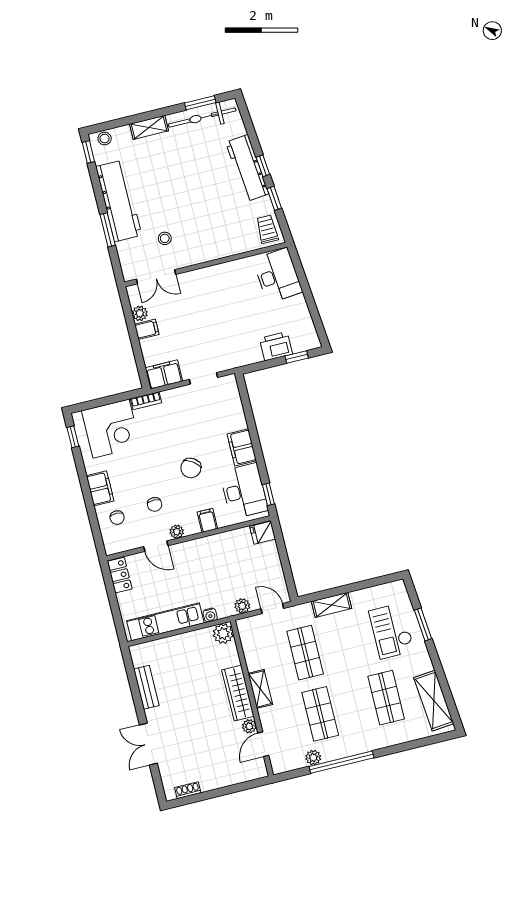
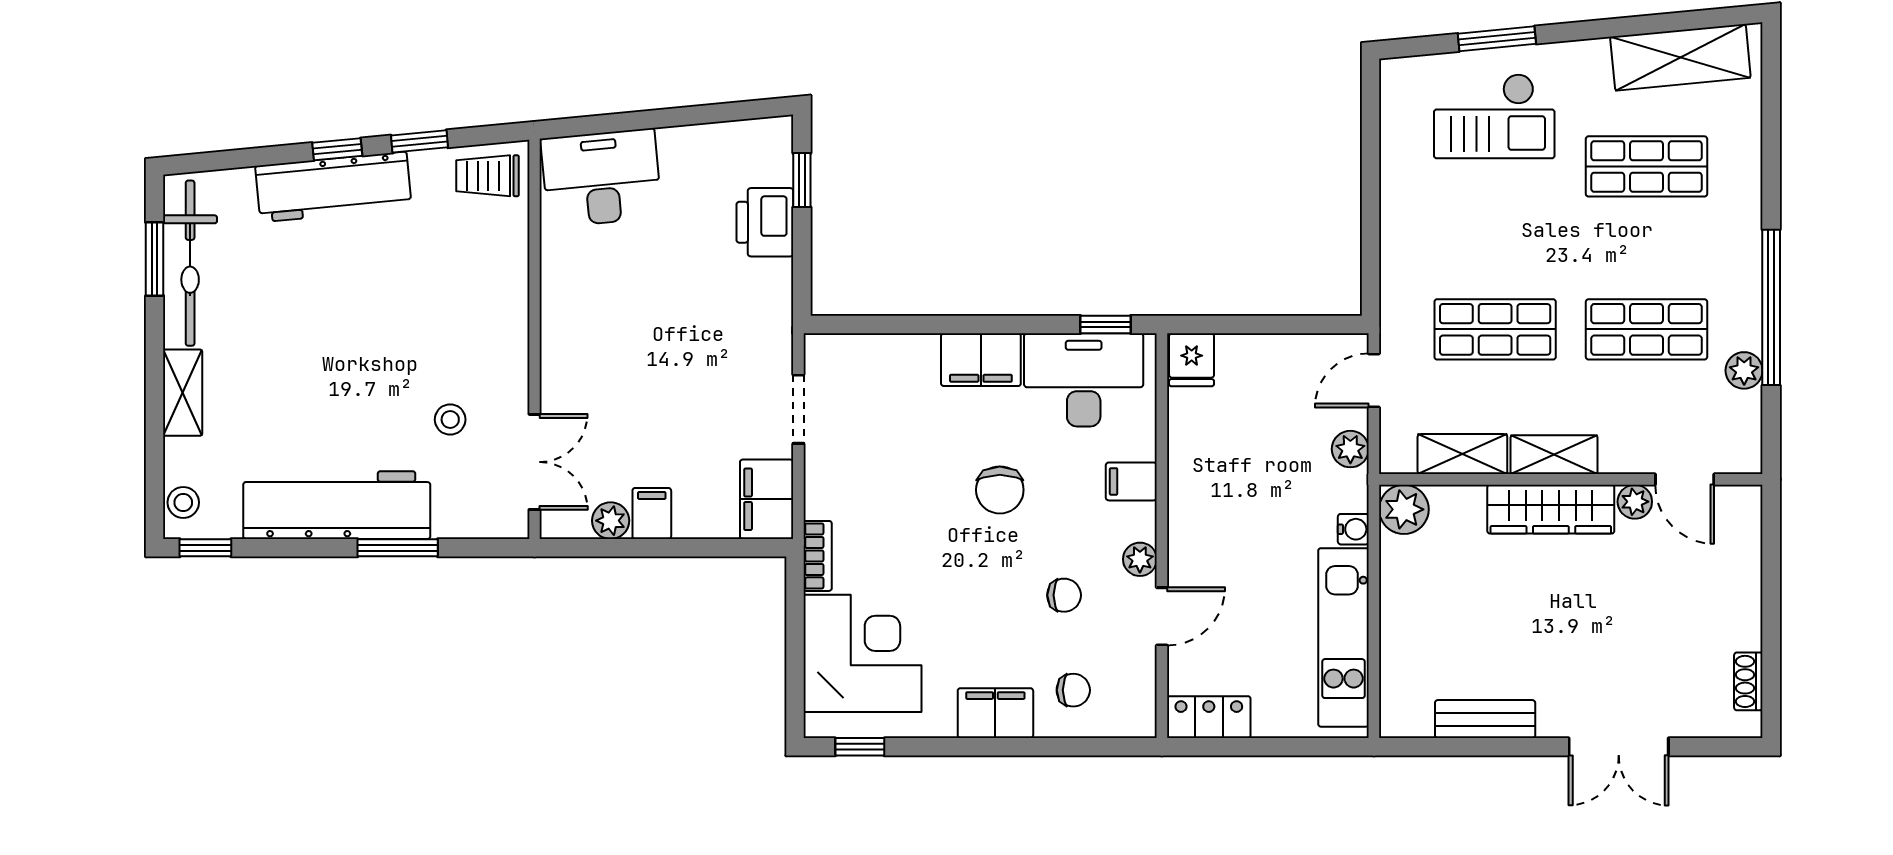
chair: (191, 468) -> (1000, 490), turned 55
shelving: (332, 605) -> (1462, 454), moved, turned 90

